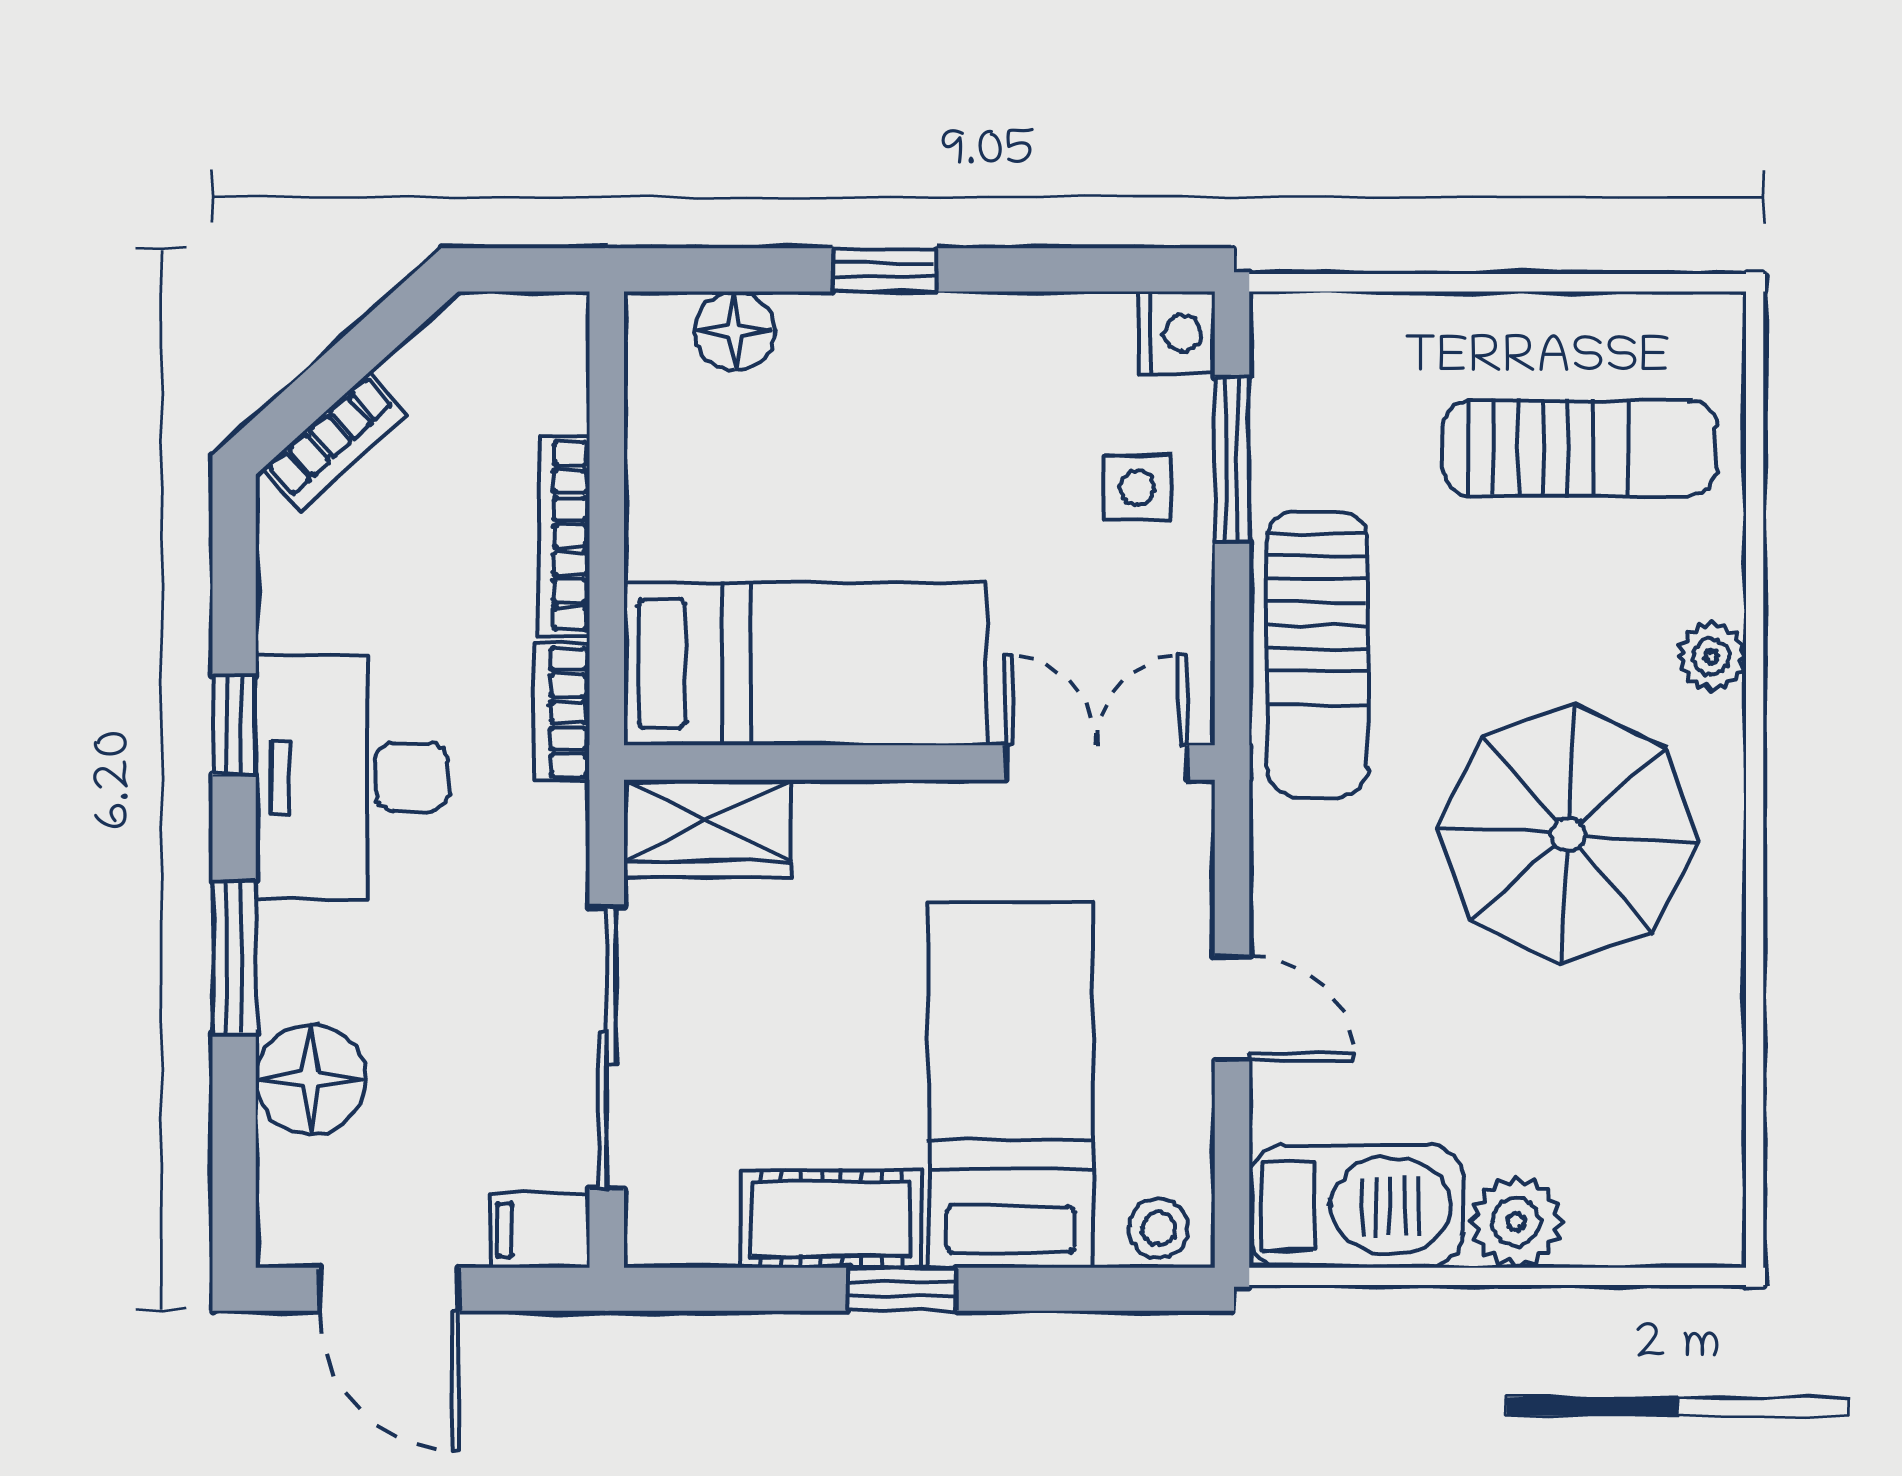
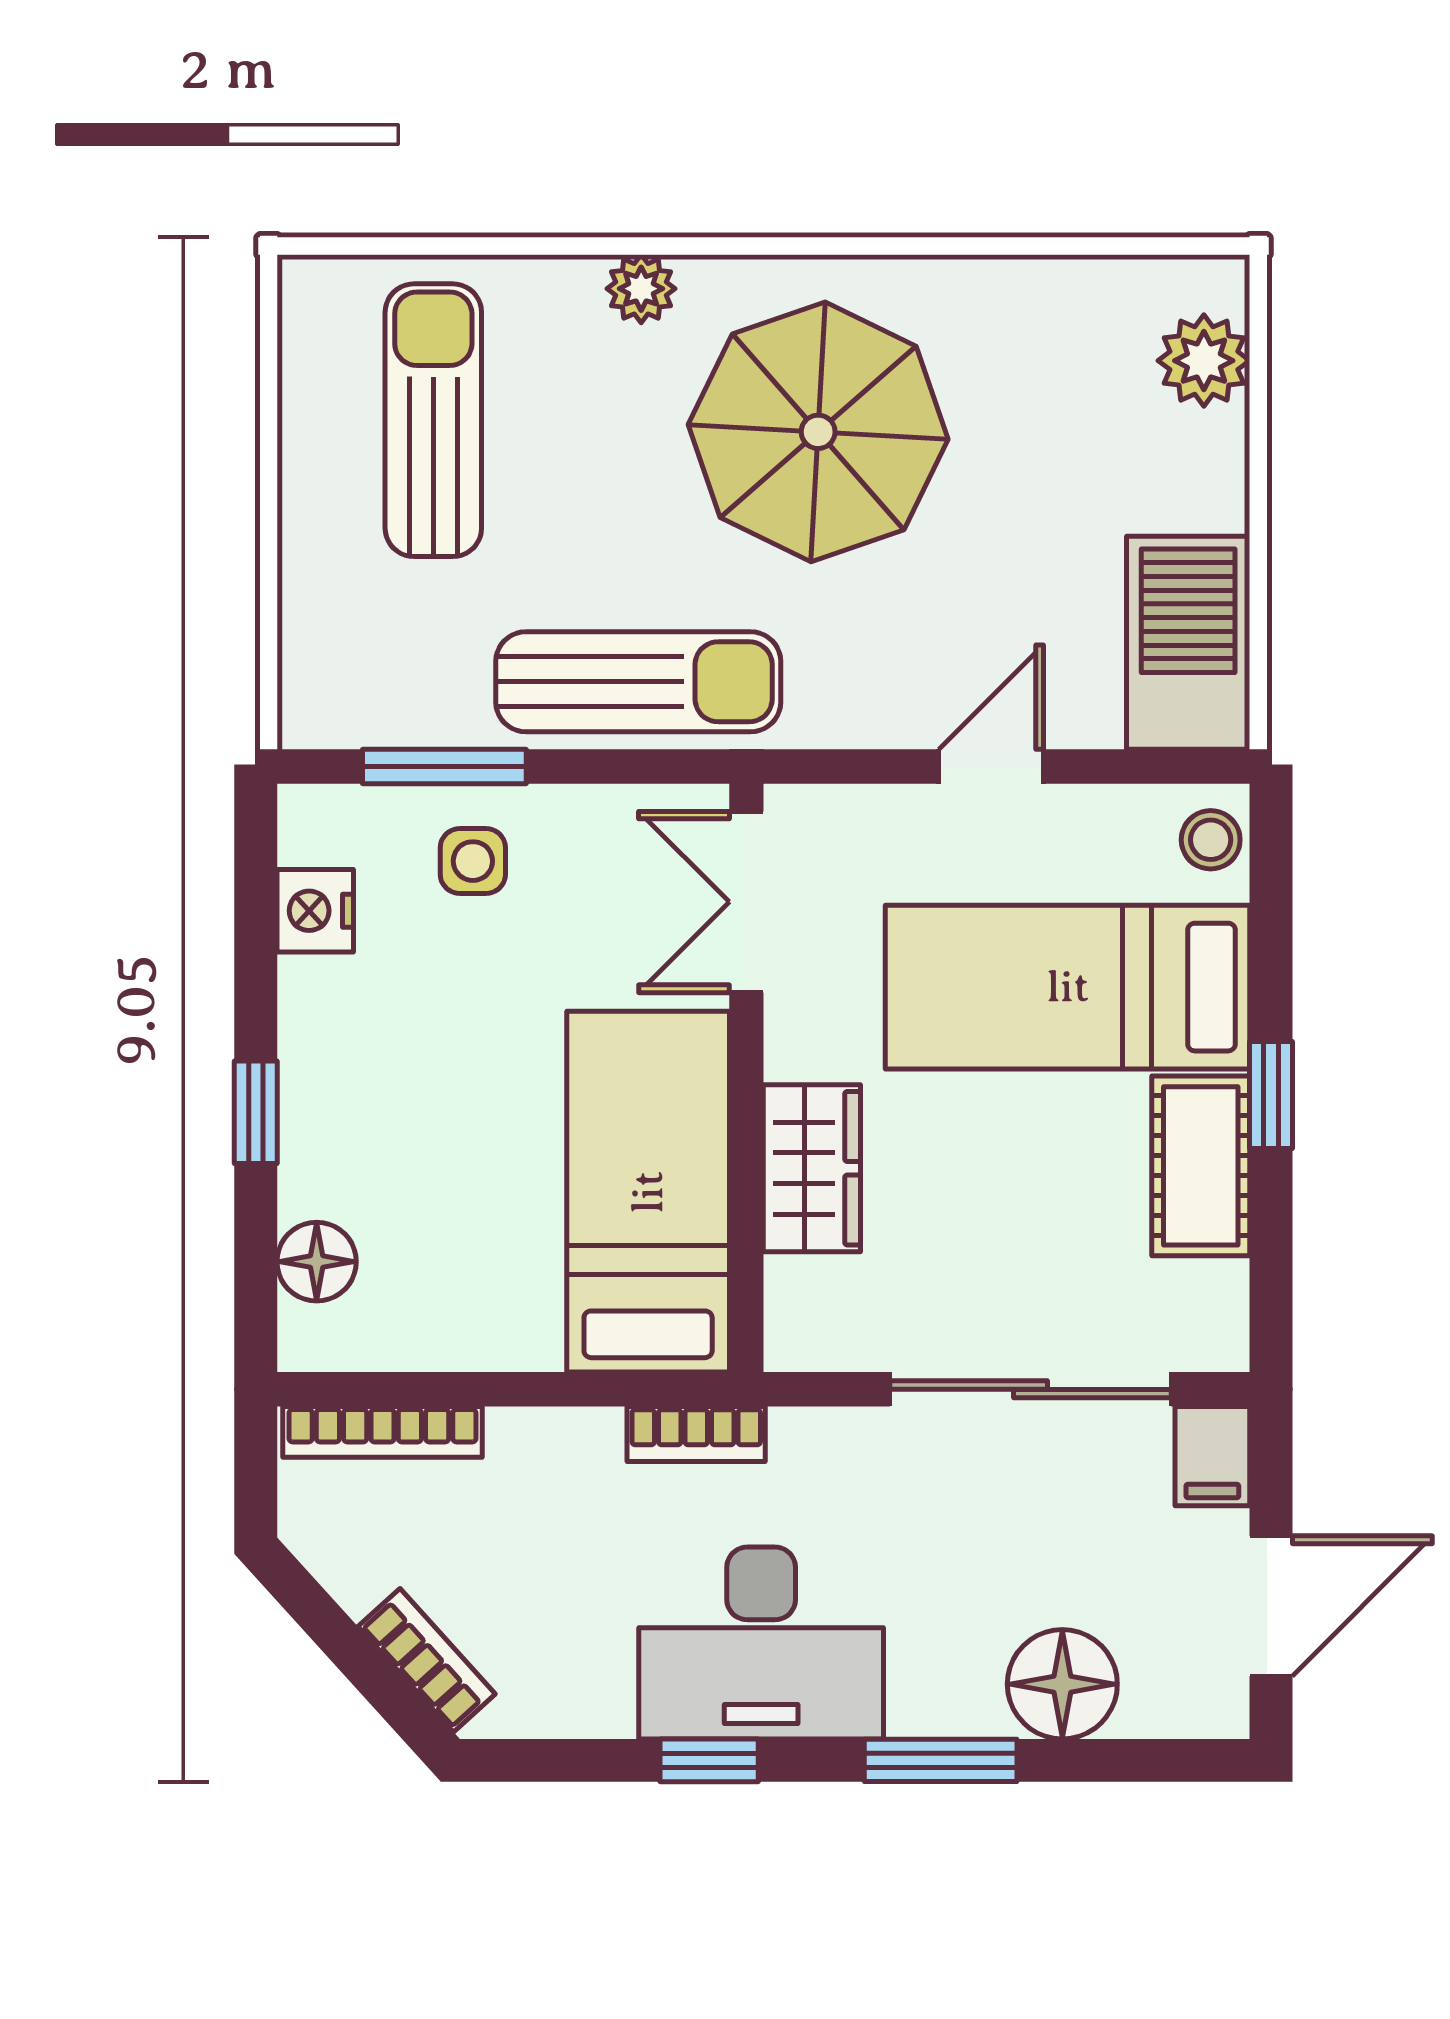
nightstand: (1177, 333) -> (315, 911), moved, turned -90
bookcase: (564, 536) -> (382, 1432), moved
wardrobe: (708, 828) -> (812, 1168), moved
plant: (1516, 1222) -> (1204, 361), moved

